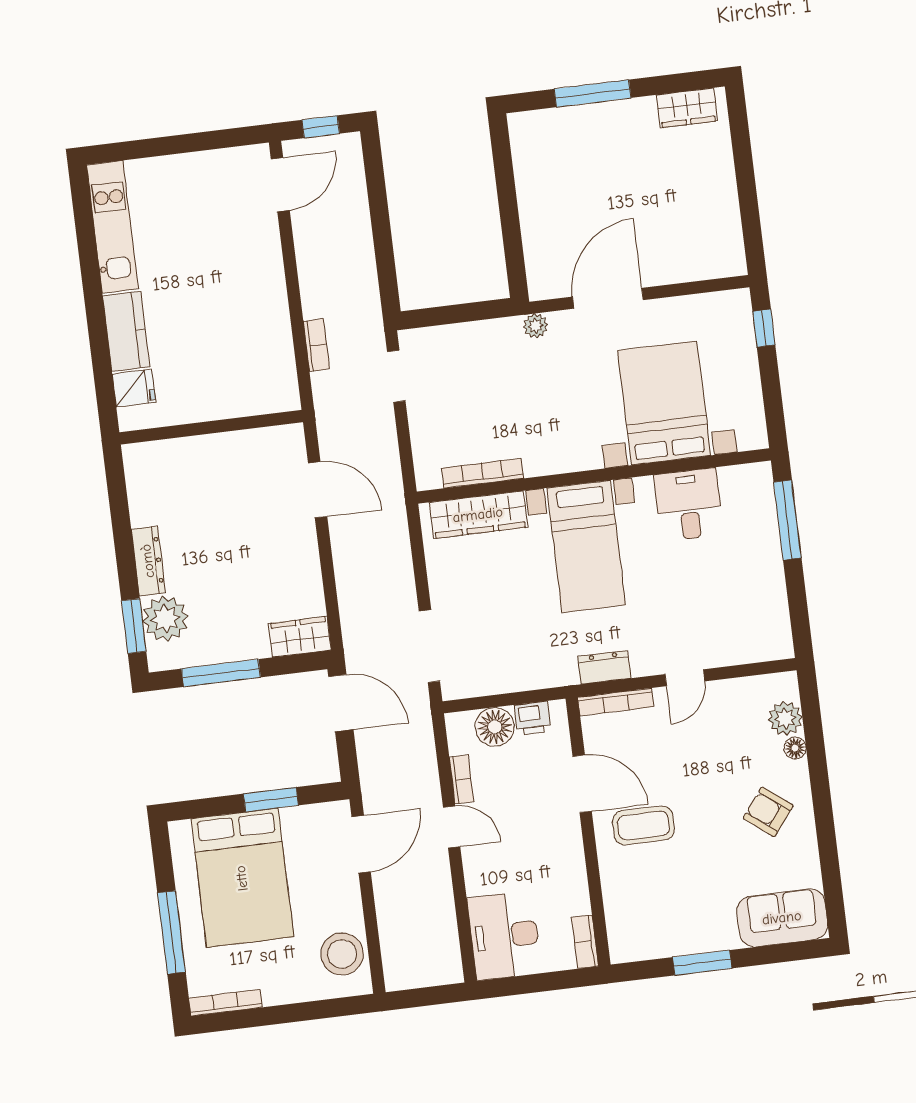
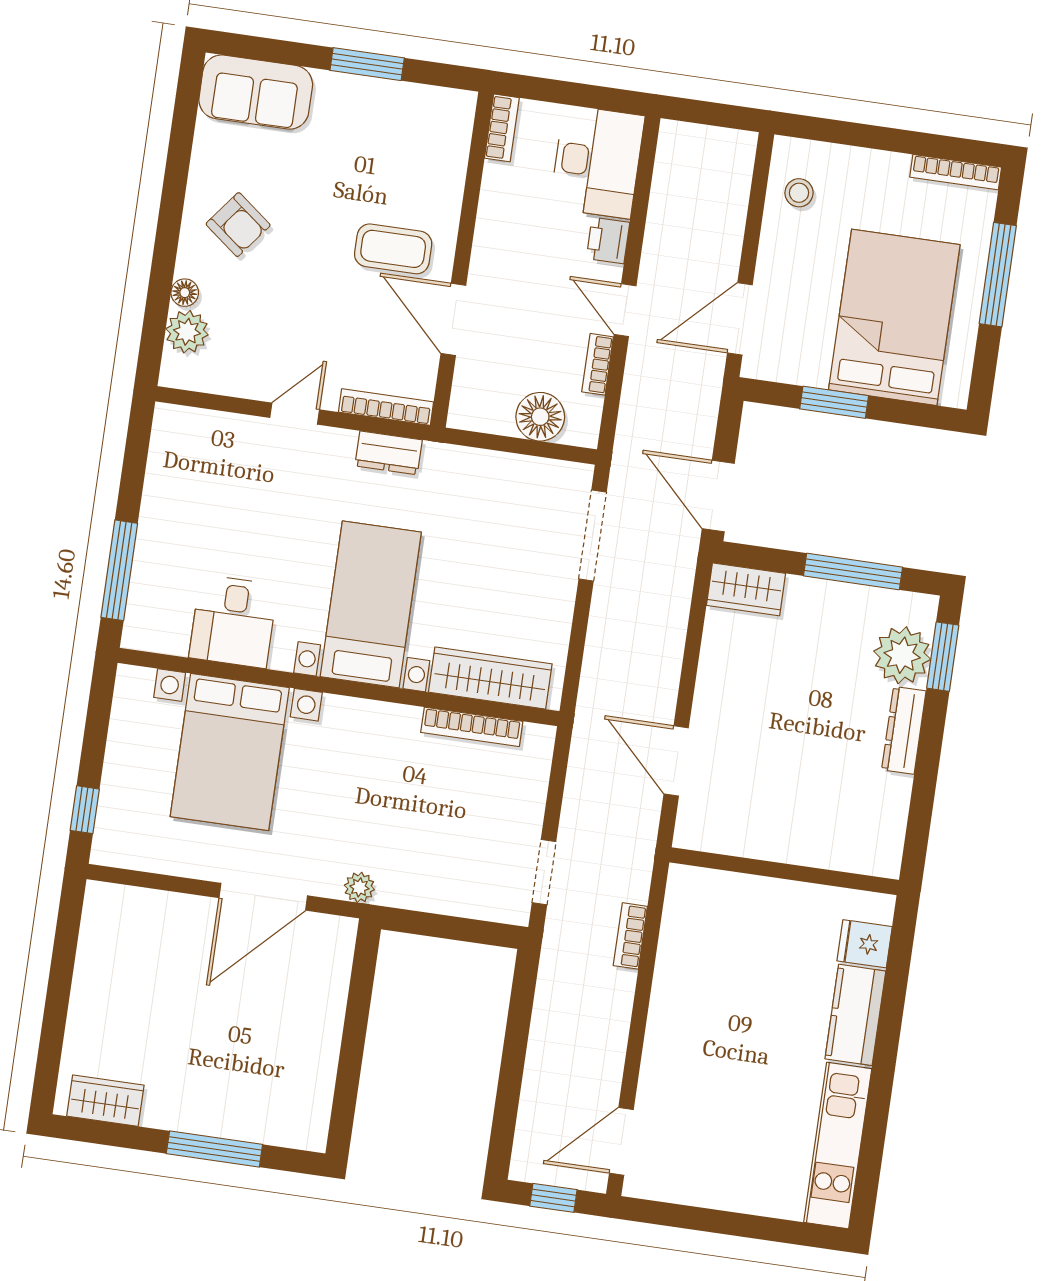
printer: (533, 718) -> (608, 240), moved, turned -90
stool: (342, 954) -> (799, 193), width x0.53, depth x0.53

